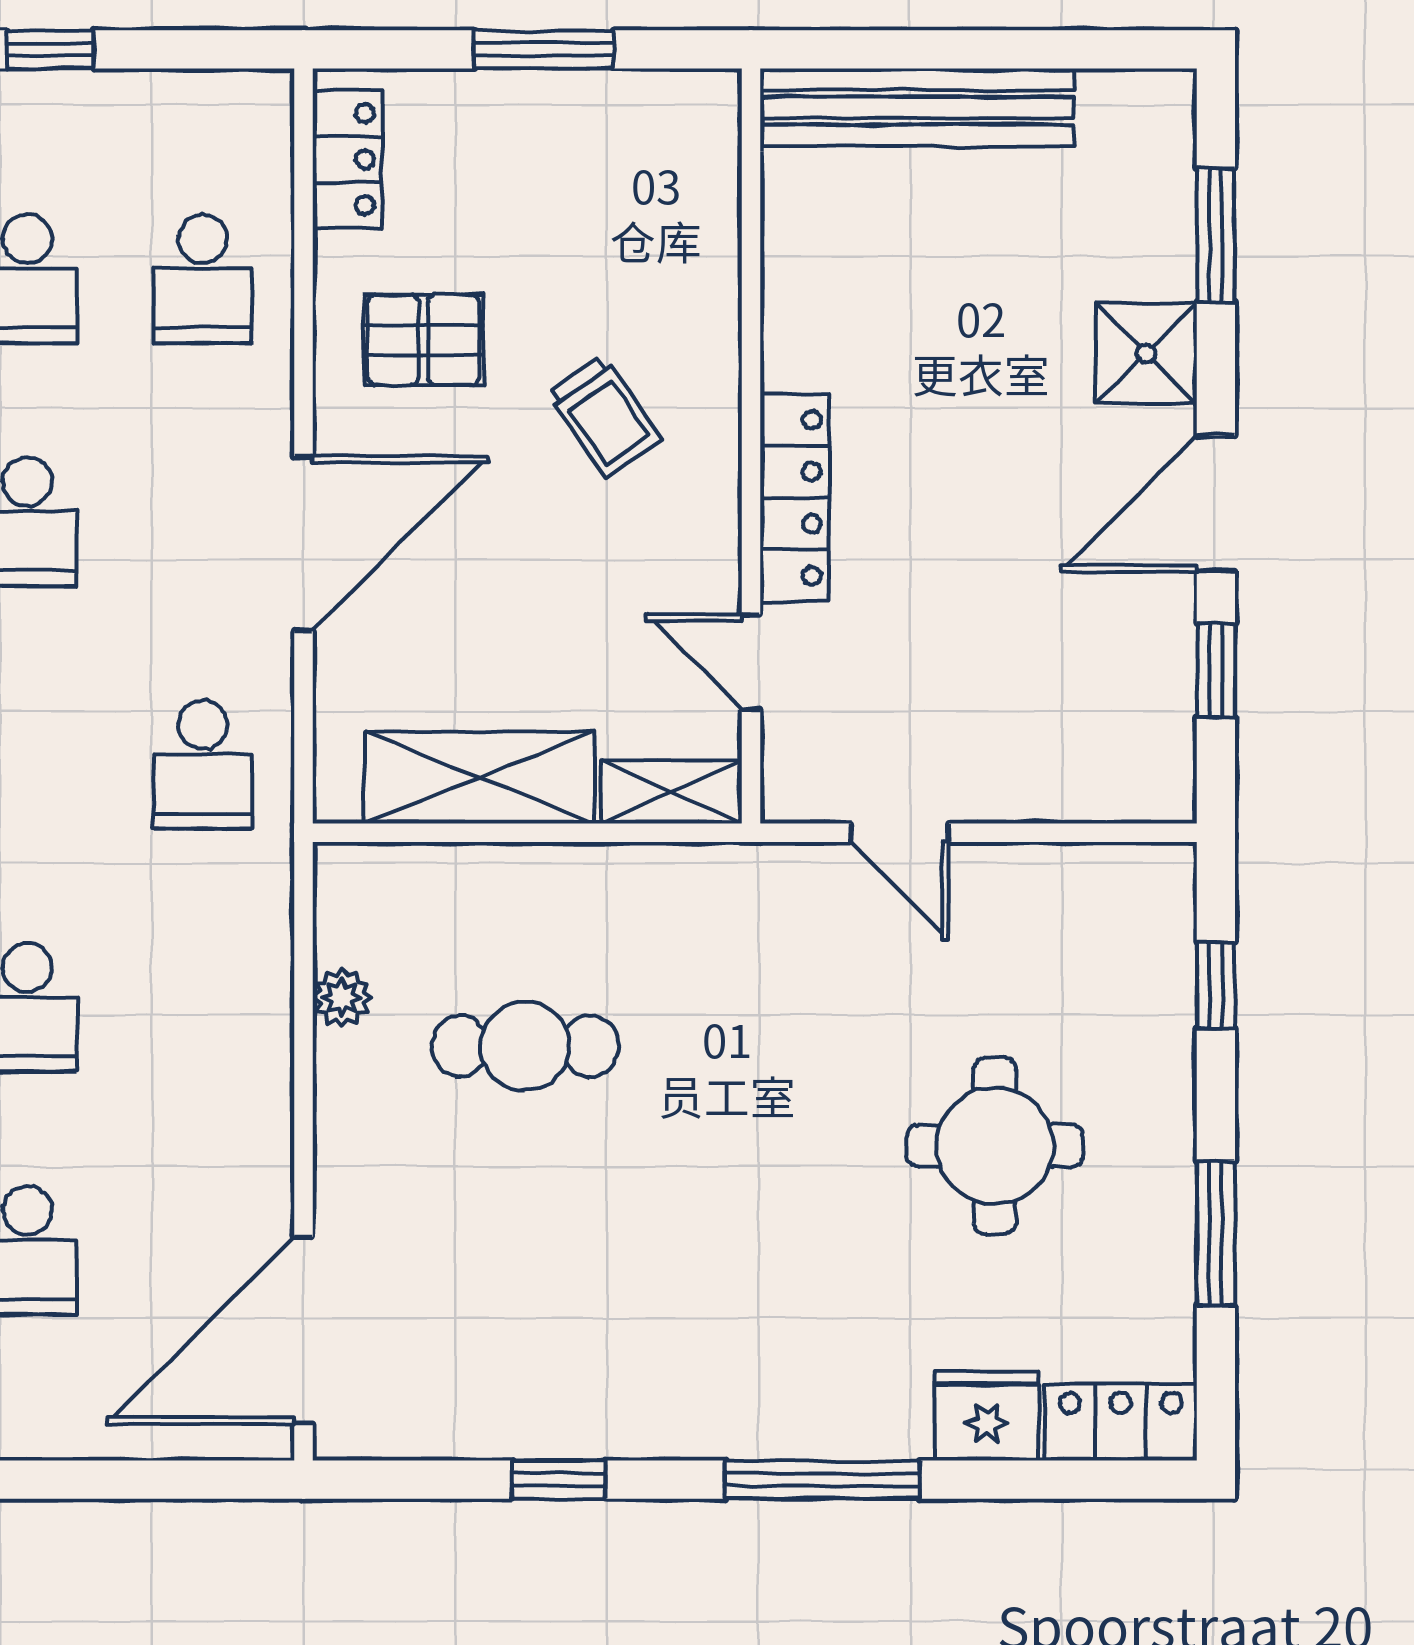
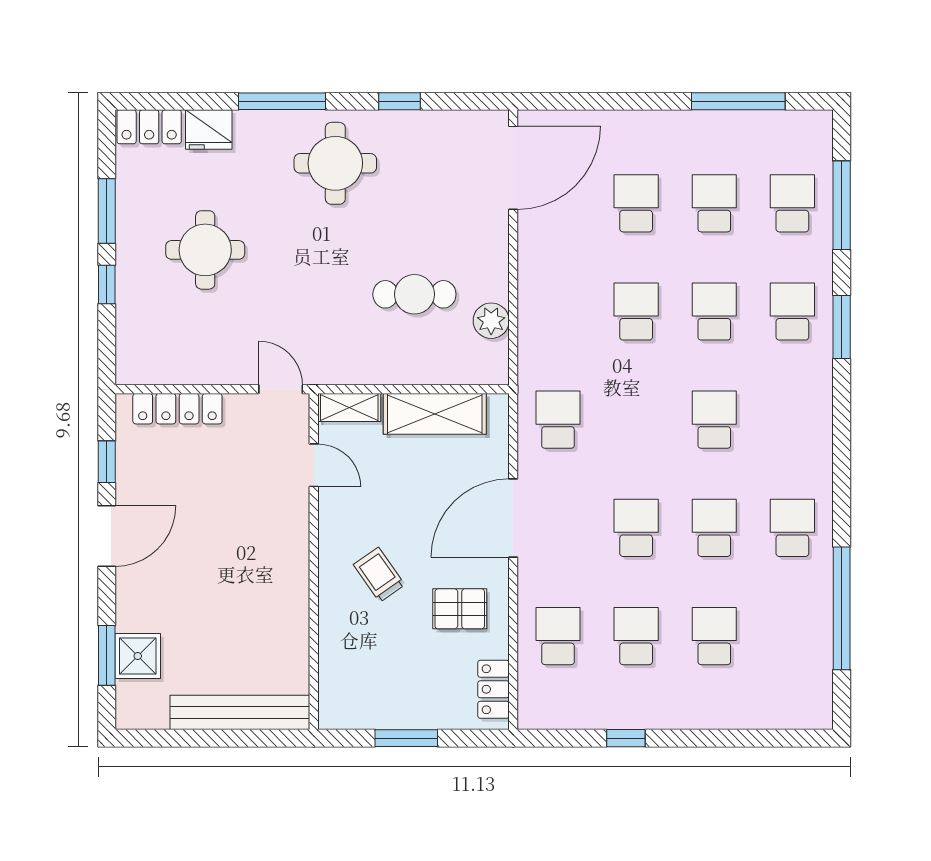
shower: (1146, 353) -> (138, 656), moved
locker: (794, 498) -> (177, 409), moved, turned -90
door: (900, 833) -> (281, 389), moved
window: (1216, 985) -> (107, 284), moved
plant: (342, 998) -> (491, 321), width x1.38, depth x1.38
round table: (703, 1340) -> (335, 163), added

